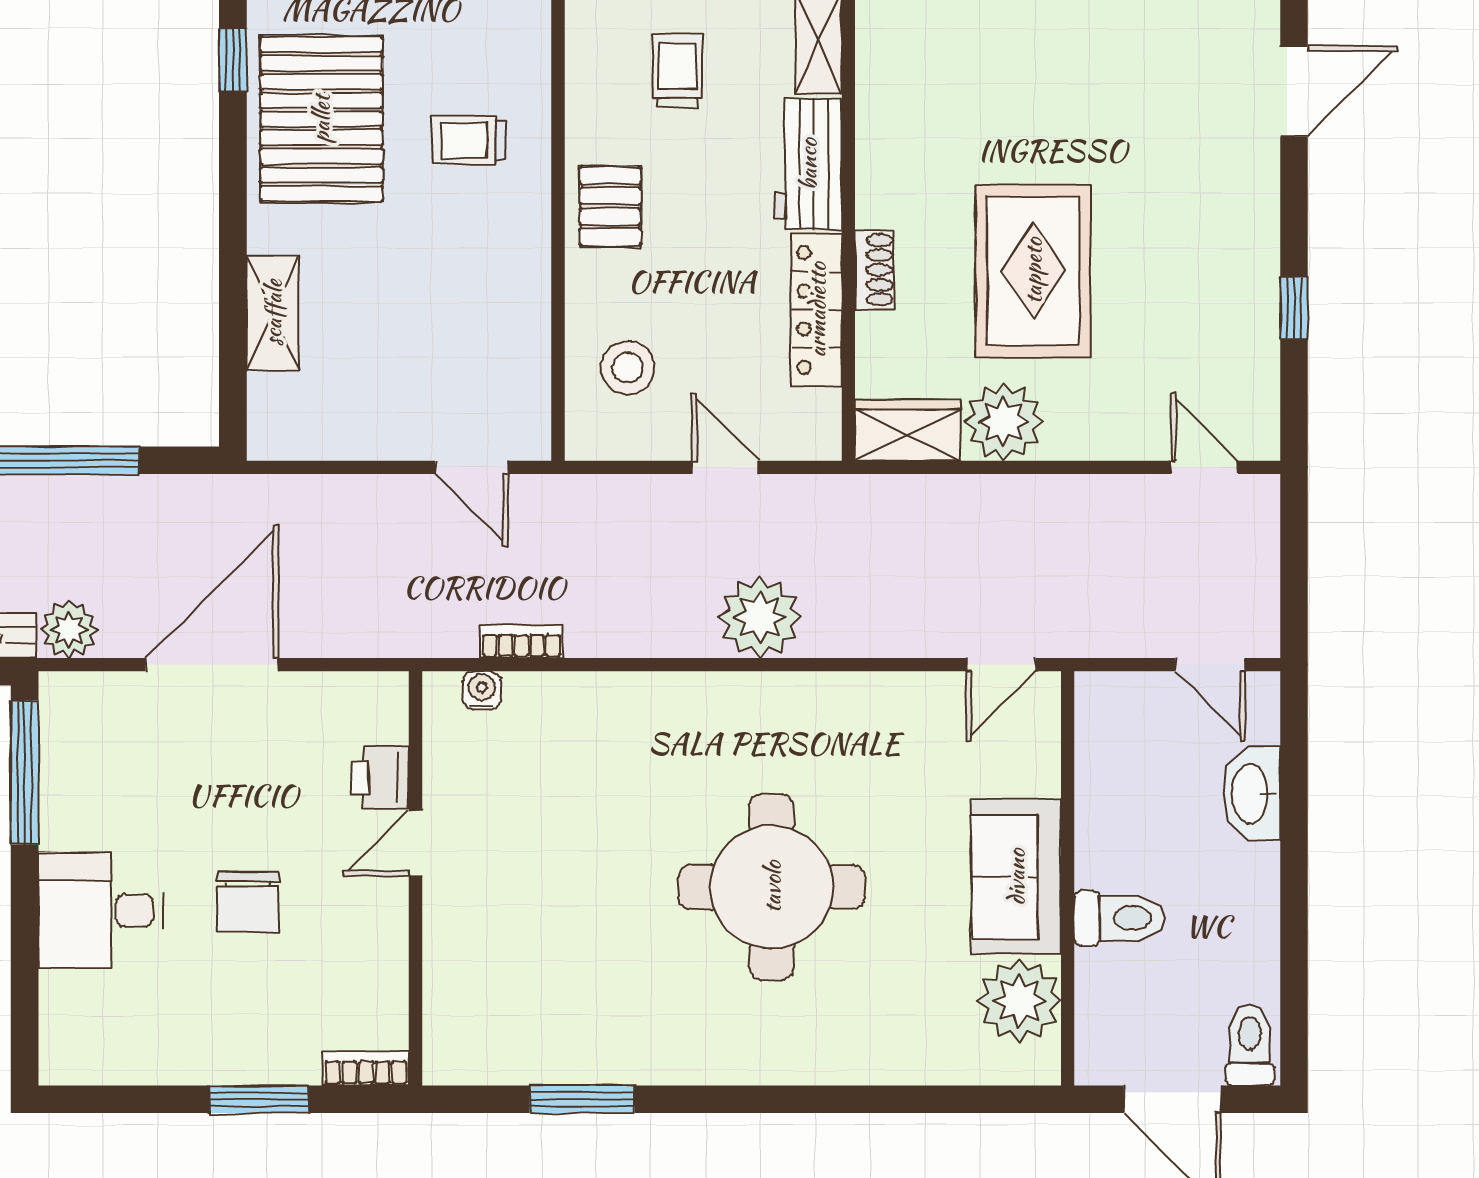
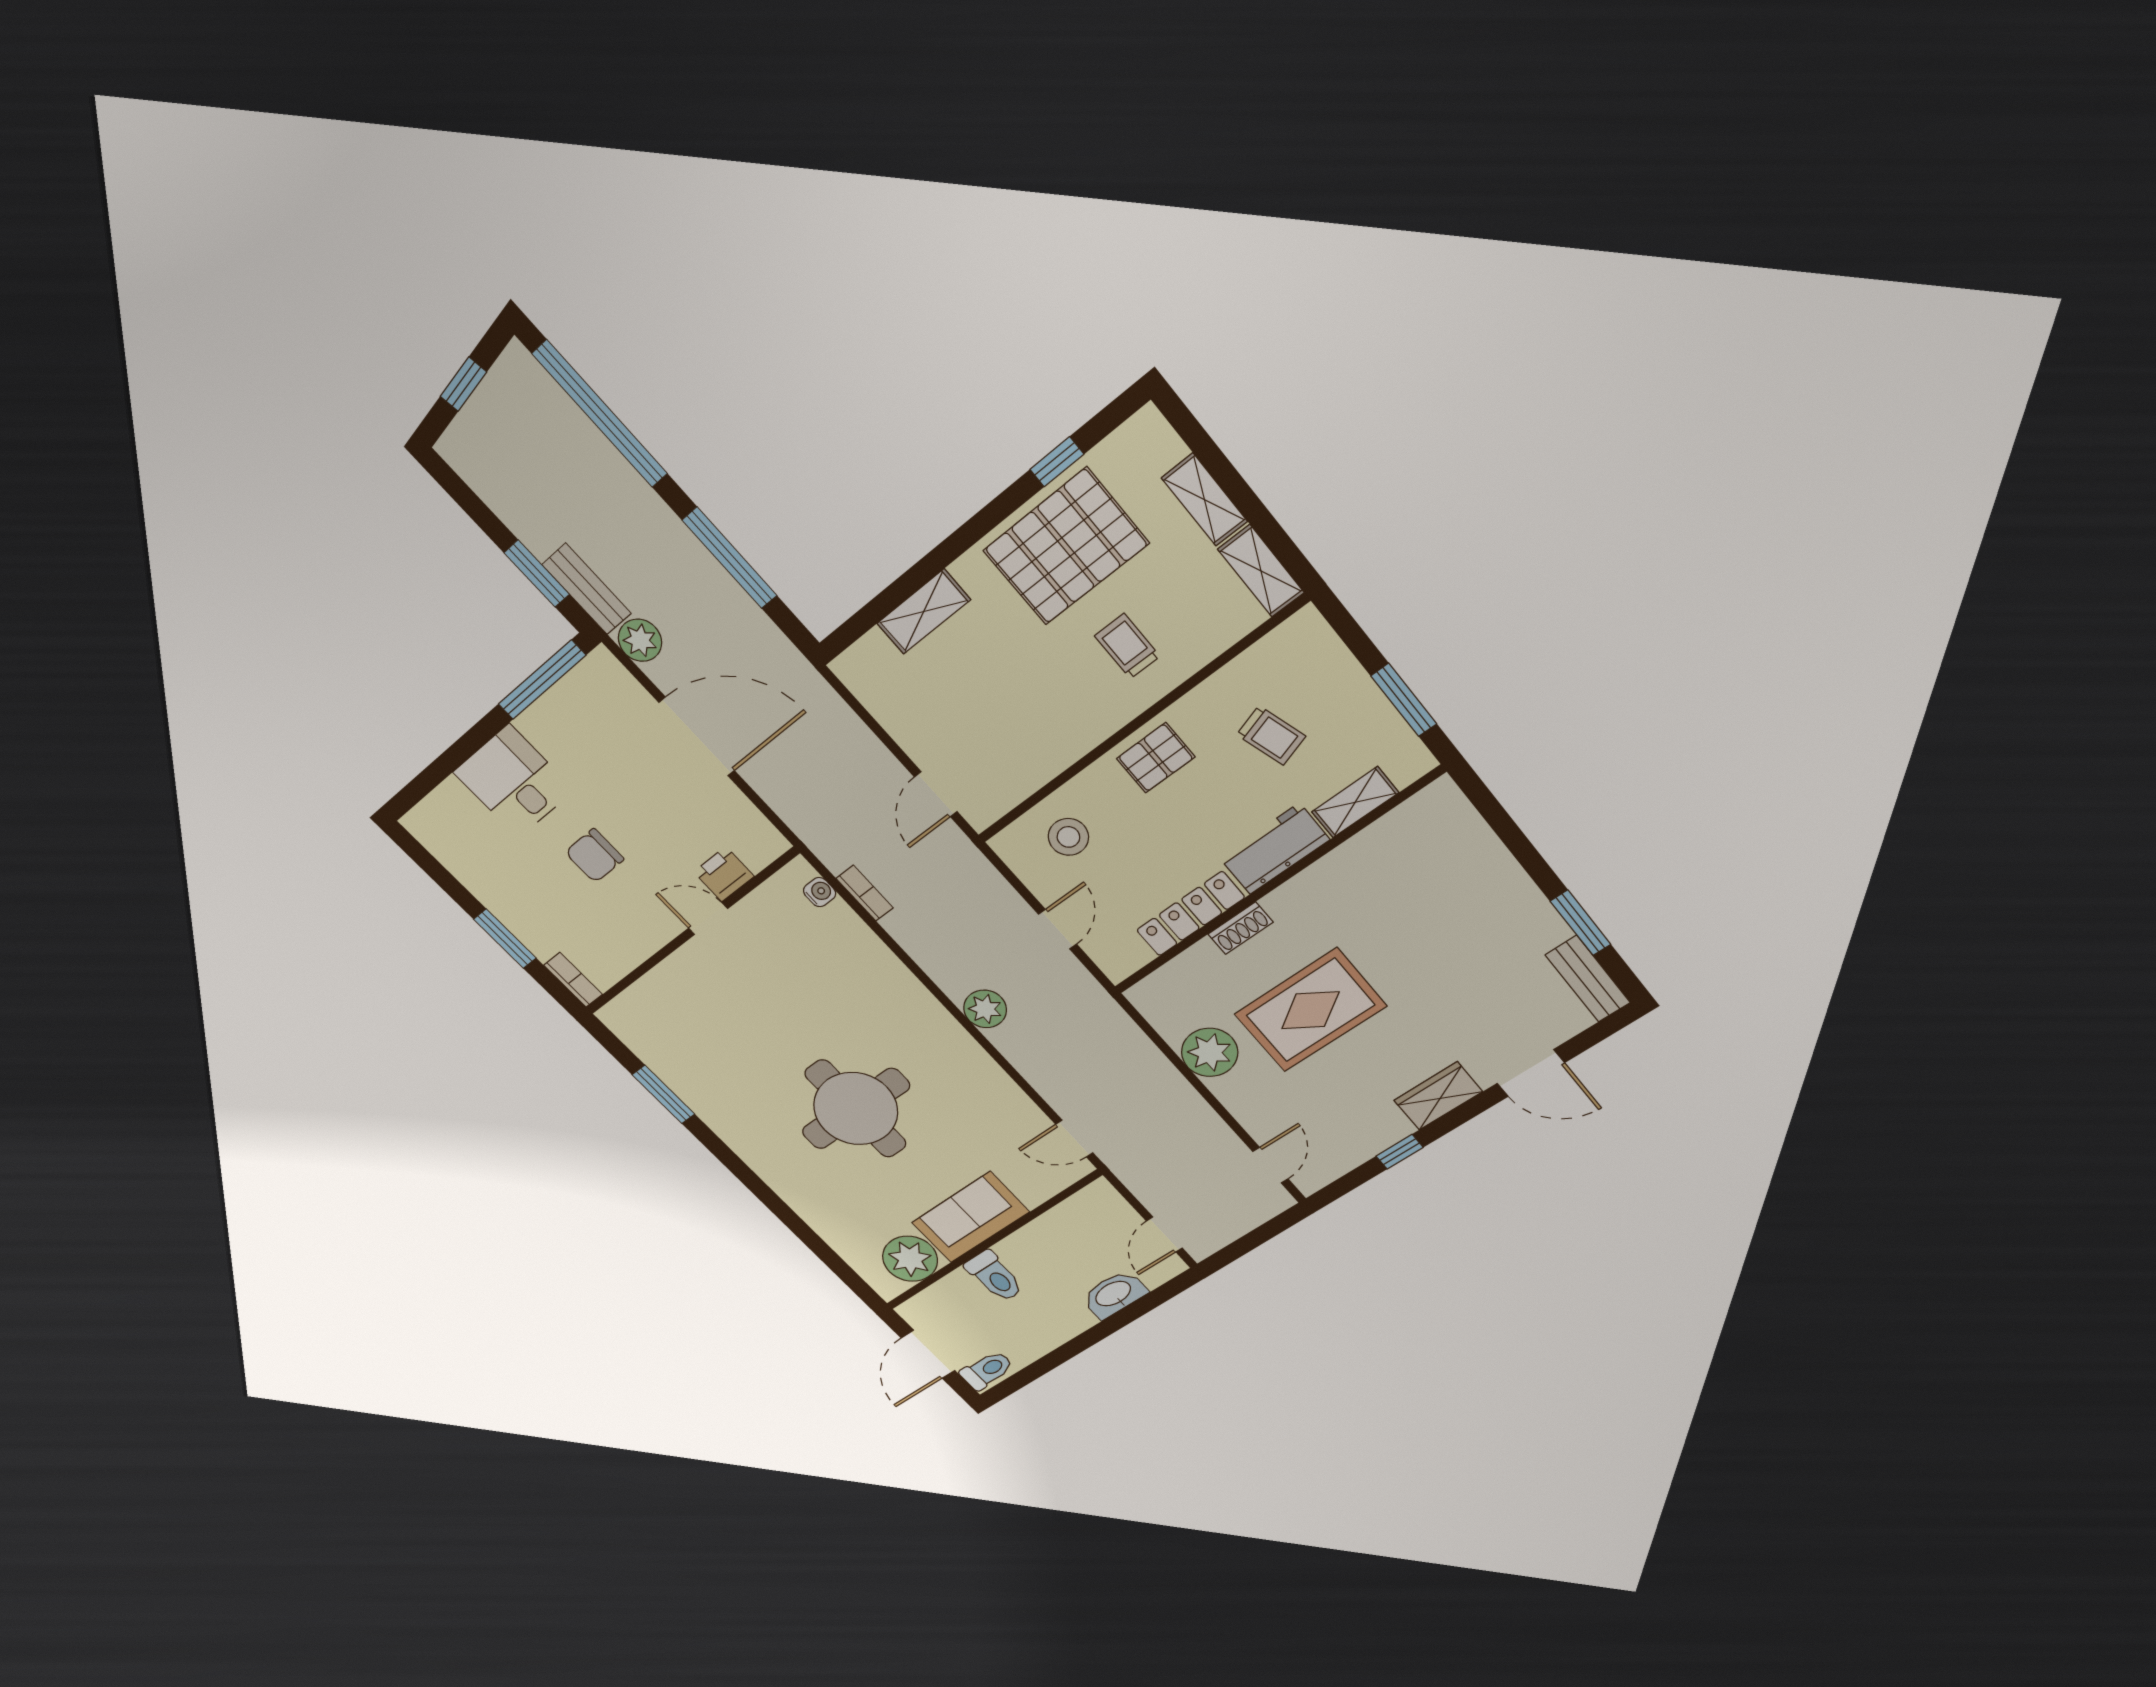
trolley: (677, 71) -> (1271, 735), turned 73
wardrobe: (908, 430) -> (1438, 1096), moved, turned -90
plant: (760, 617) -> (985, 1009), width x0.73, depth x0.73

